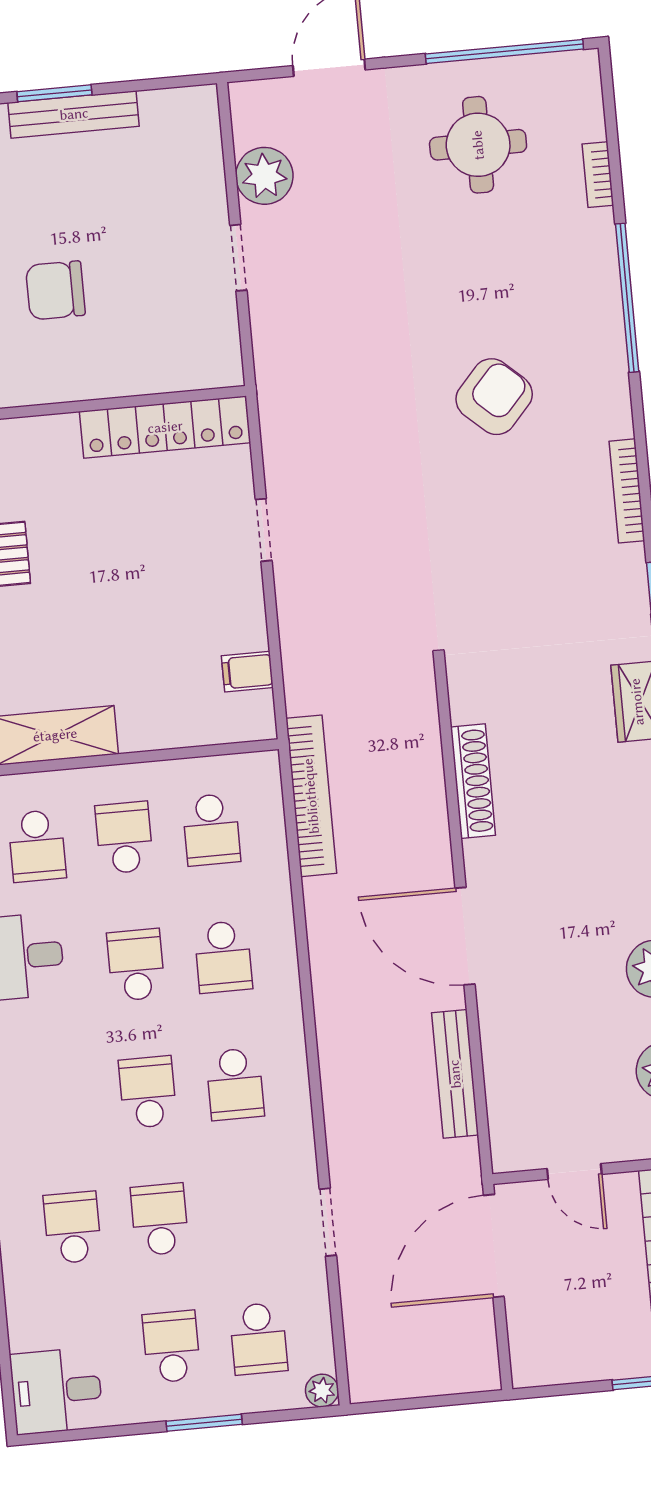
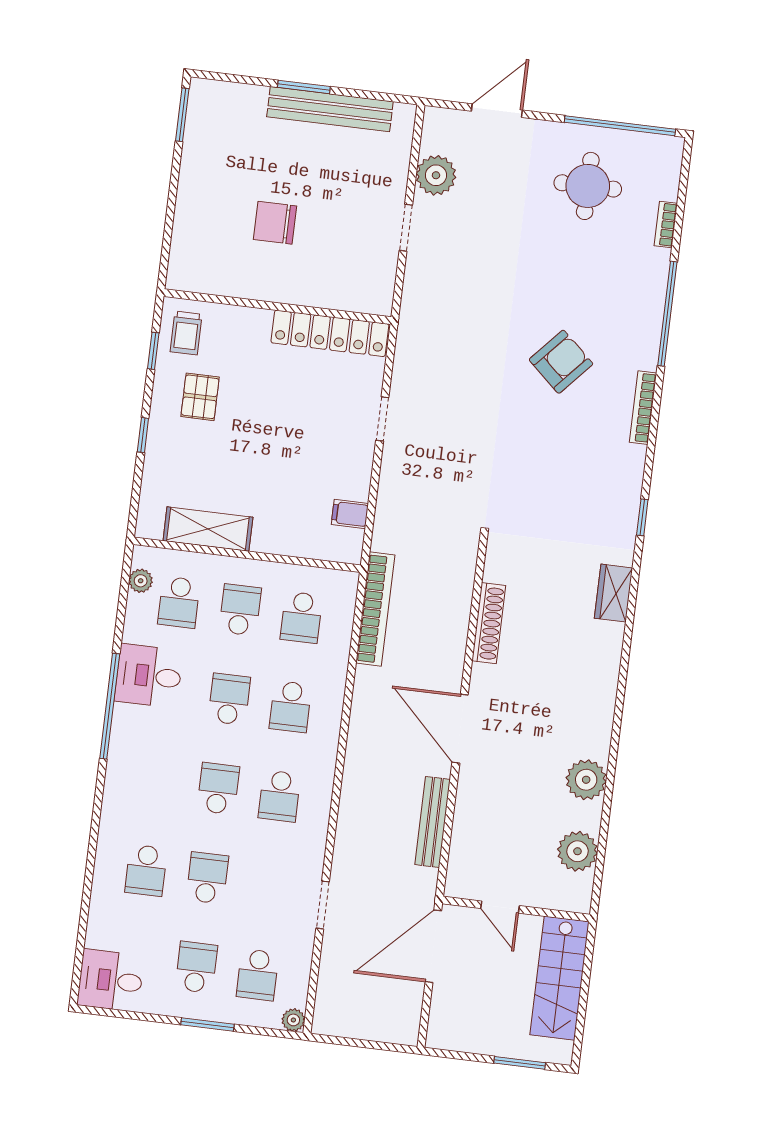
bench: (74, 114) -> (330, 109), width x1.37, depth x1.21
bookcase: (627, 491) -> (643, 408), moved
school desk: (72, 1228) -> (146, 870), turned 180

